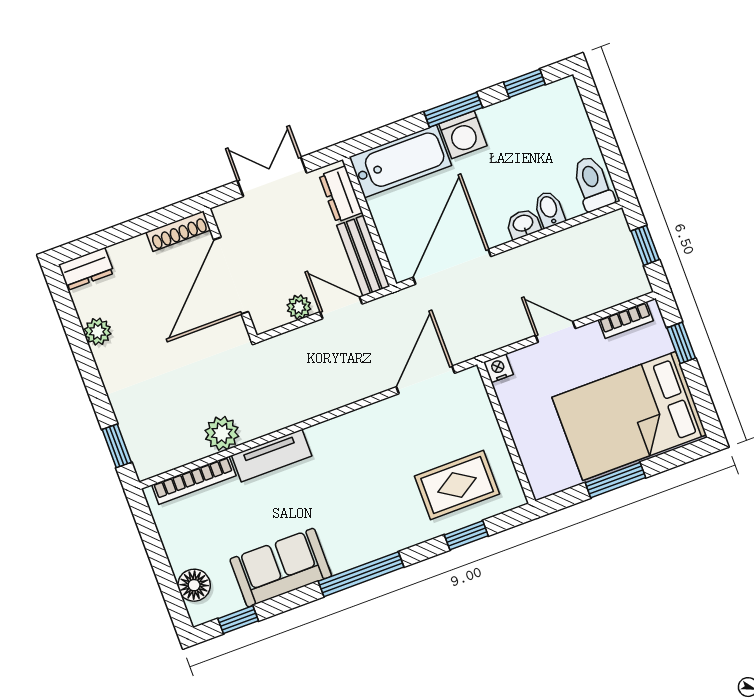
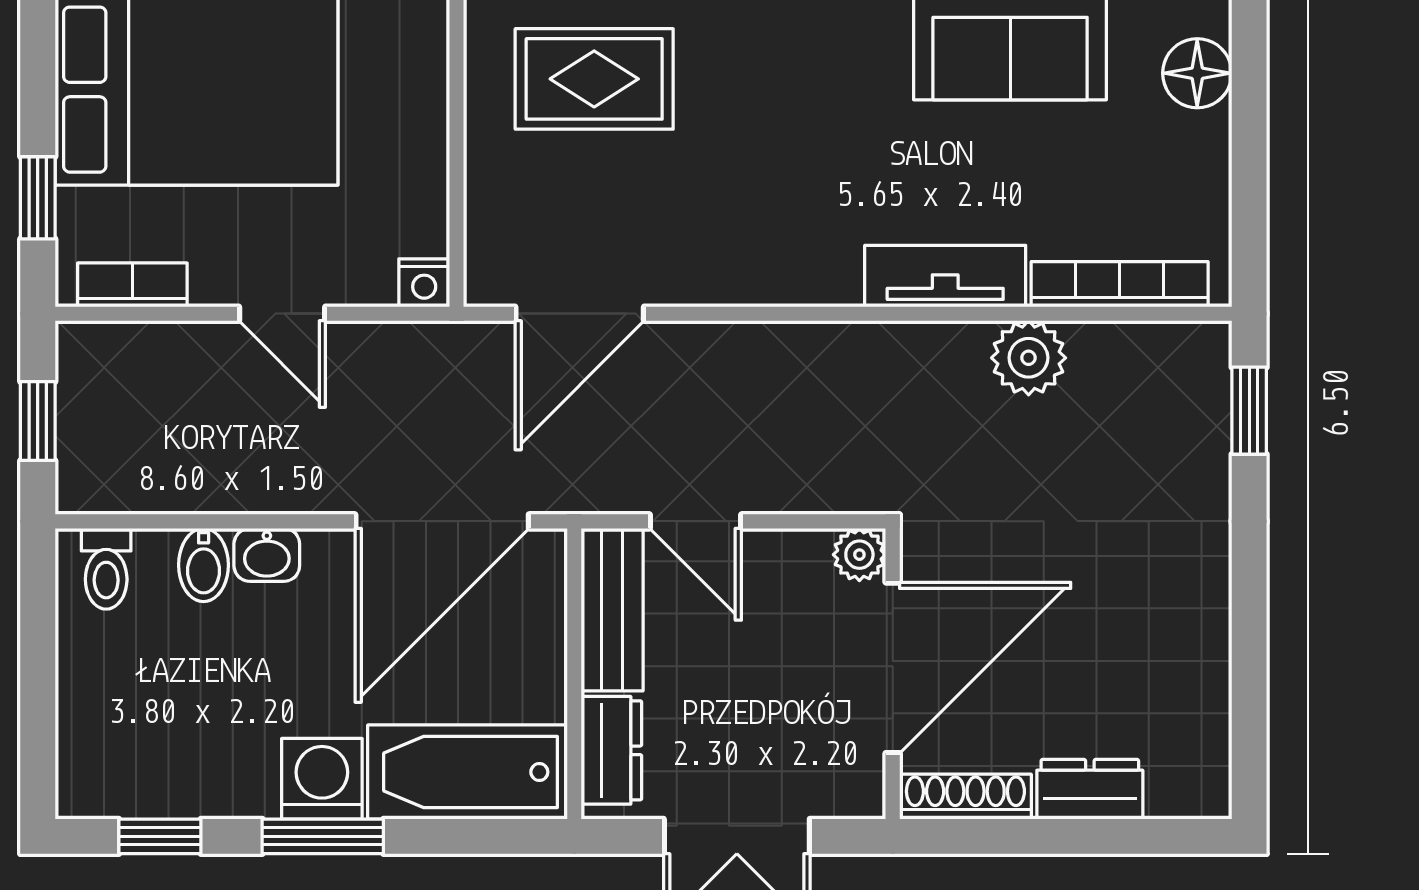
toilet: (593, 183) -> (106, 569), width x0.73, depth x0.72
dresser: (86, 269) -> (1090, 789), moved
plant: (299, 307) -> (859, 555), moved
plant: (98, 332) -> (1202, 655), removed

